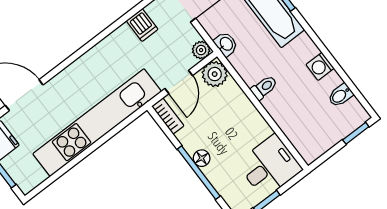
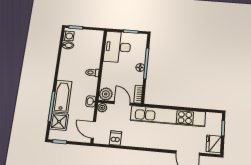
washing machine: (320, 66) -> (69, 36), moved
door: (179, 82) -> (122, 103), hinge flipped
desk: (269, 166) -> (117, 47), width x1.37

